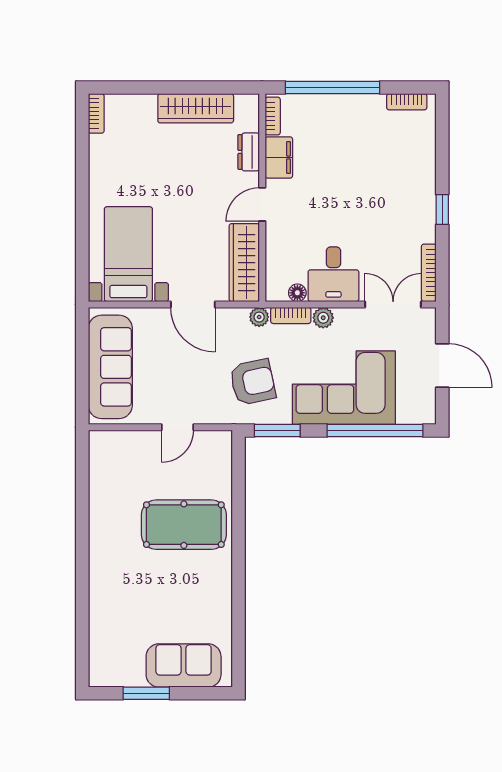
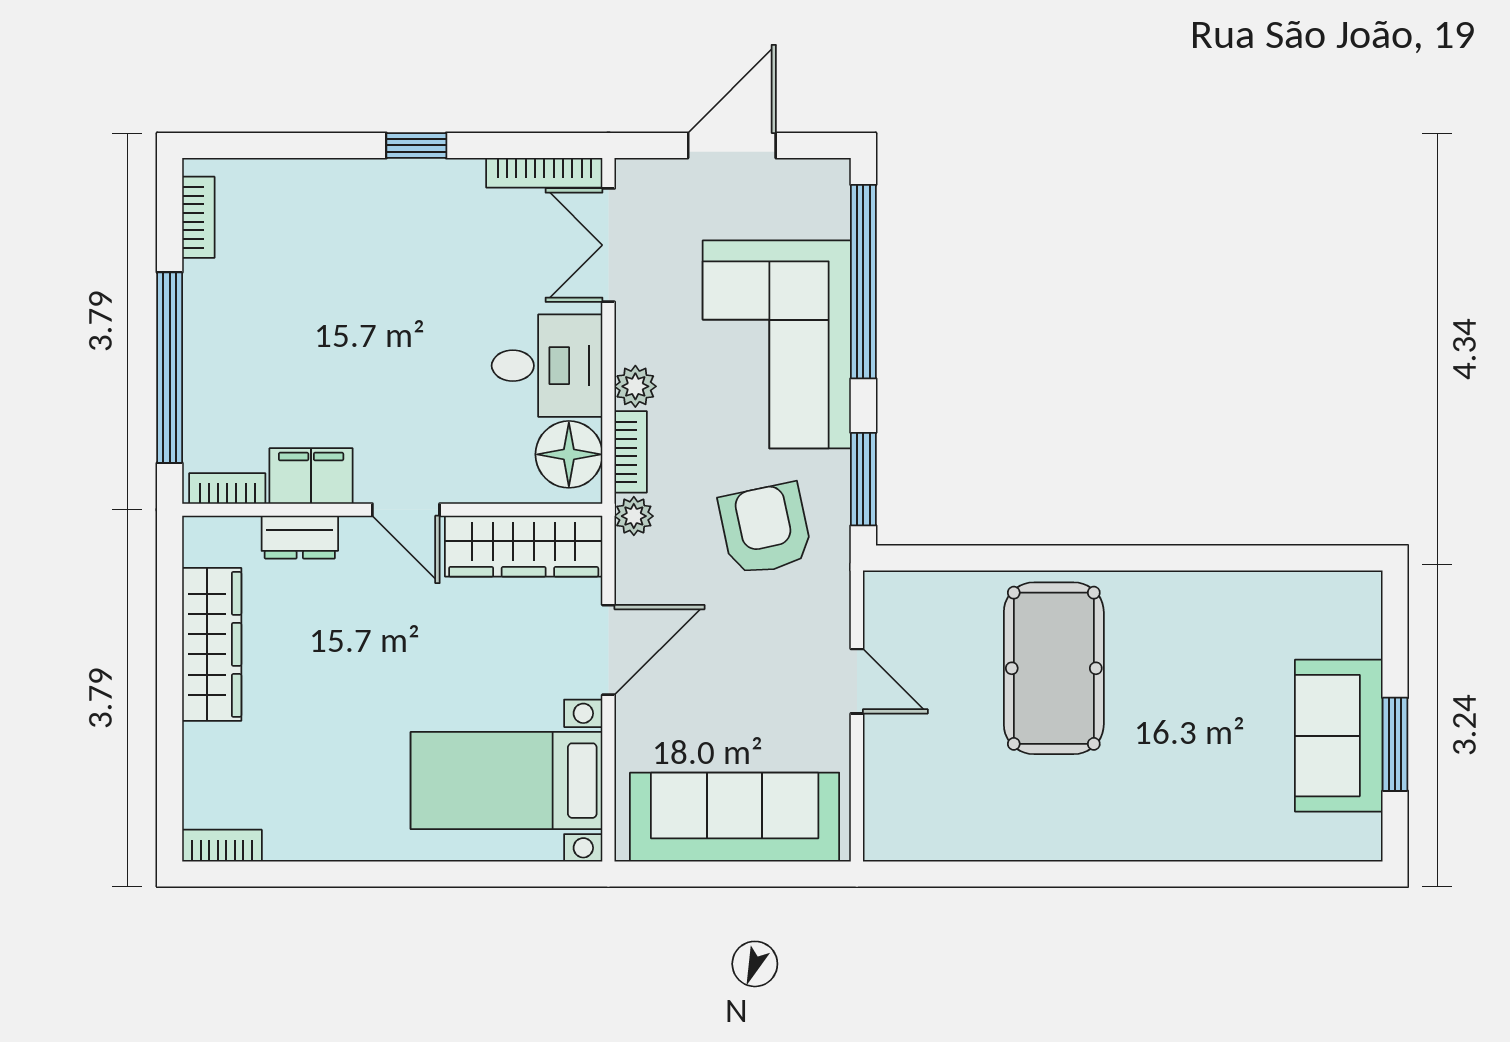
floor lamp: (297, 293) -> (569, 454), width x1.89, depth x1.89
sofa: (184, 665) -> (1339, 736), moved

